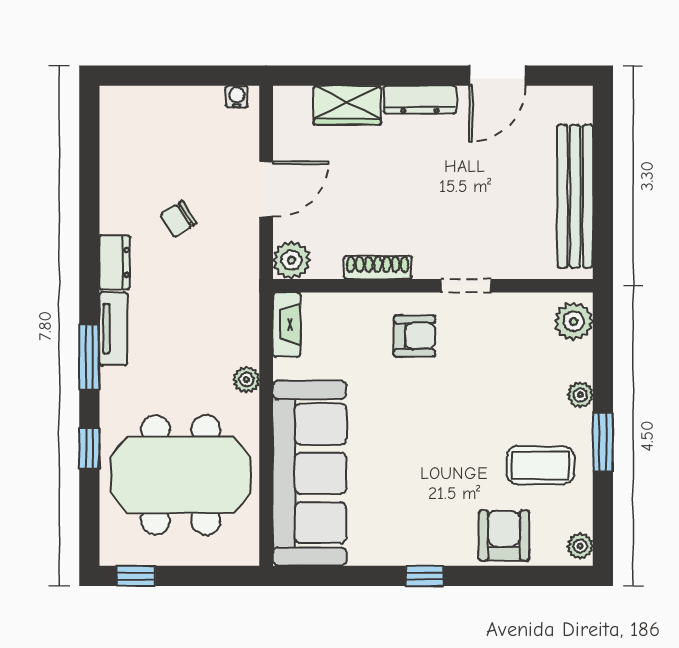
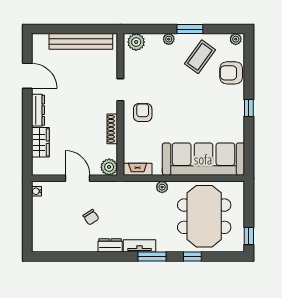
coffee table: (540, 465) -> (200, 57), turned 36

